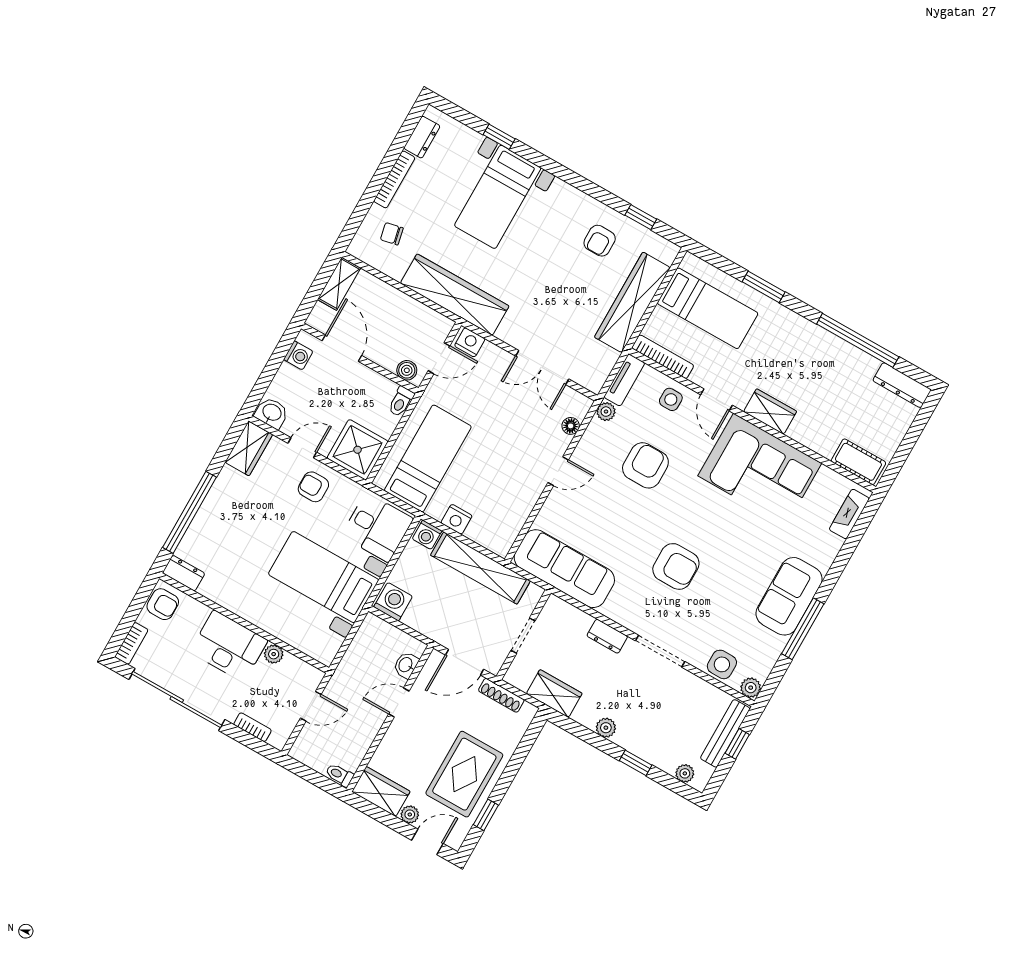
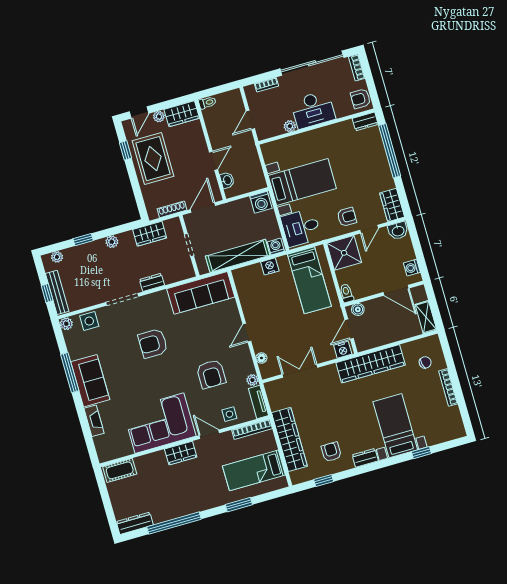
dresser: (422, 137) -> (365, 458), moved, turned 90
fireplace: (849, 514) -> (94, 421), moved

